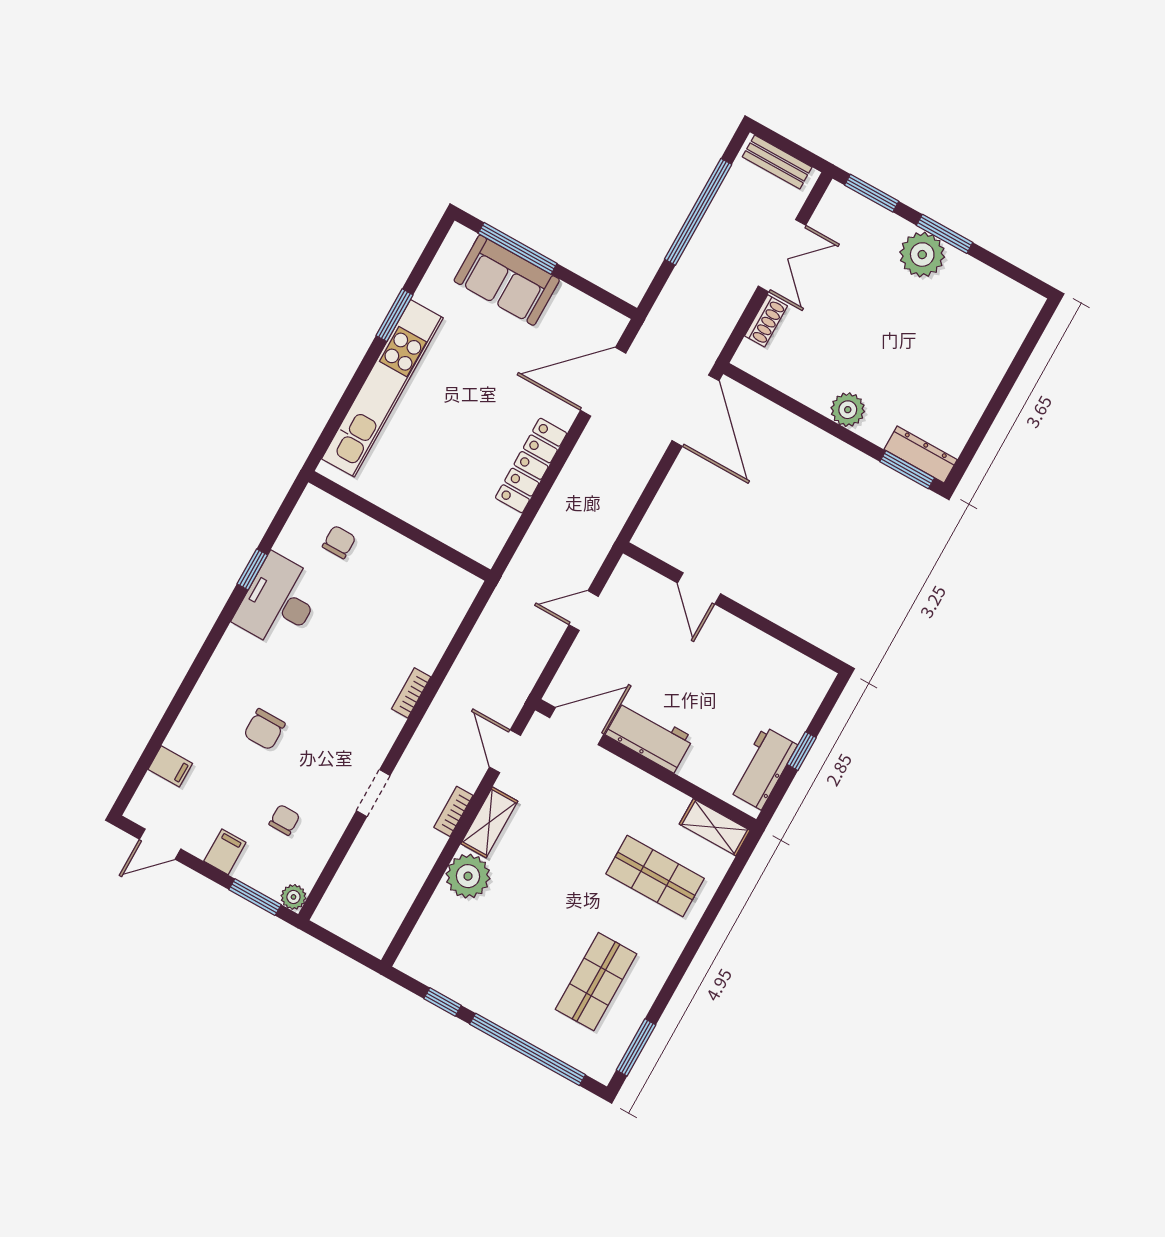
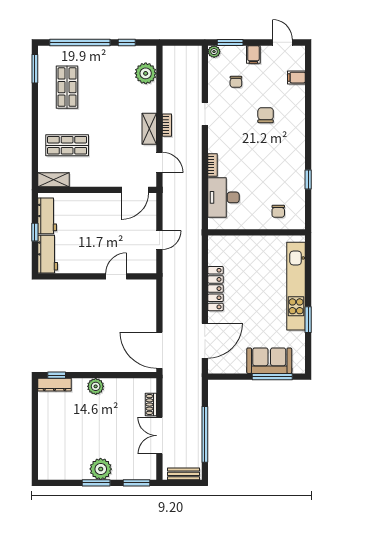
window: (907, 470) -> (57, 375), width x0.67
door: (699, 588) -> (116, 276), hinge flipped
desk: (279, 602) -> (224, 197), moved, turned 180
workbench: (649, 736) -> (48, 254), moved, turned -90
door: (160, 844) -> (282, 42), hinge flipped
plant: (468, 876) -> (146, 73), moved

